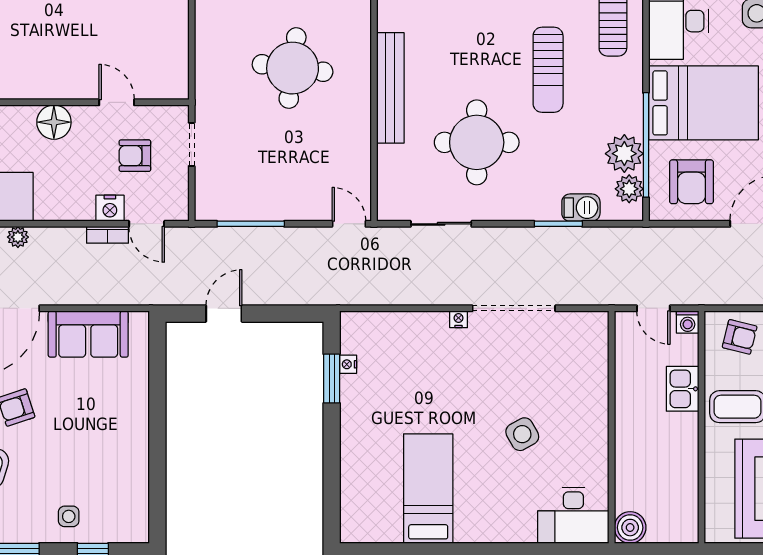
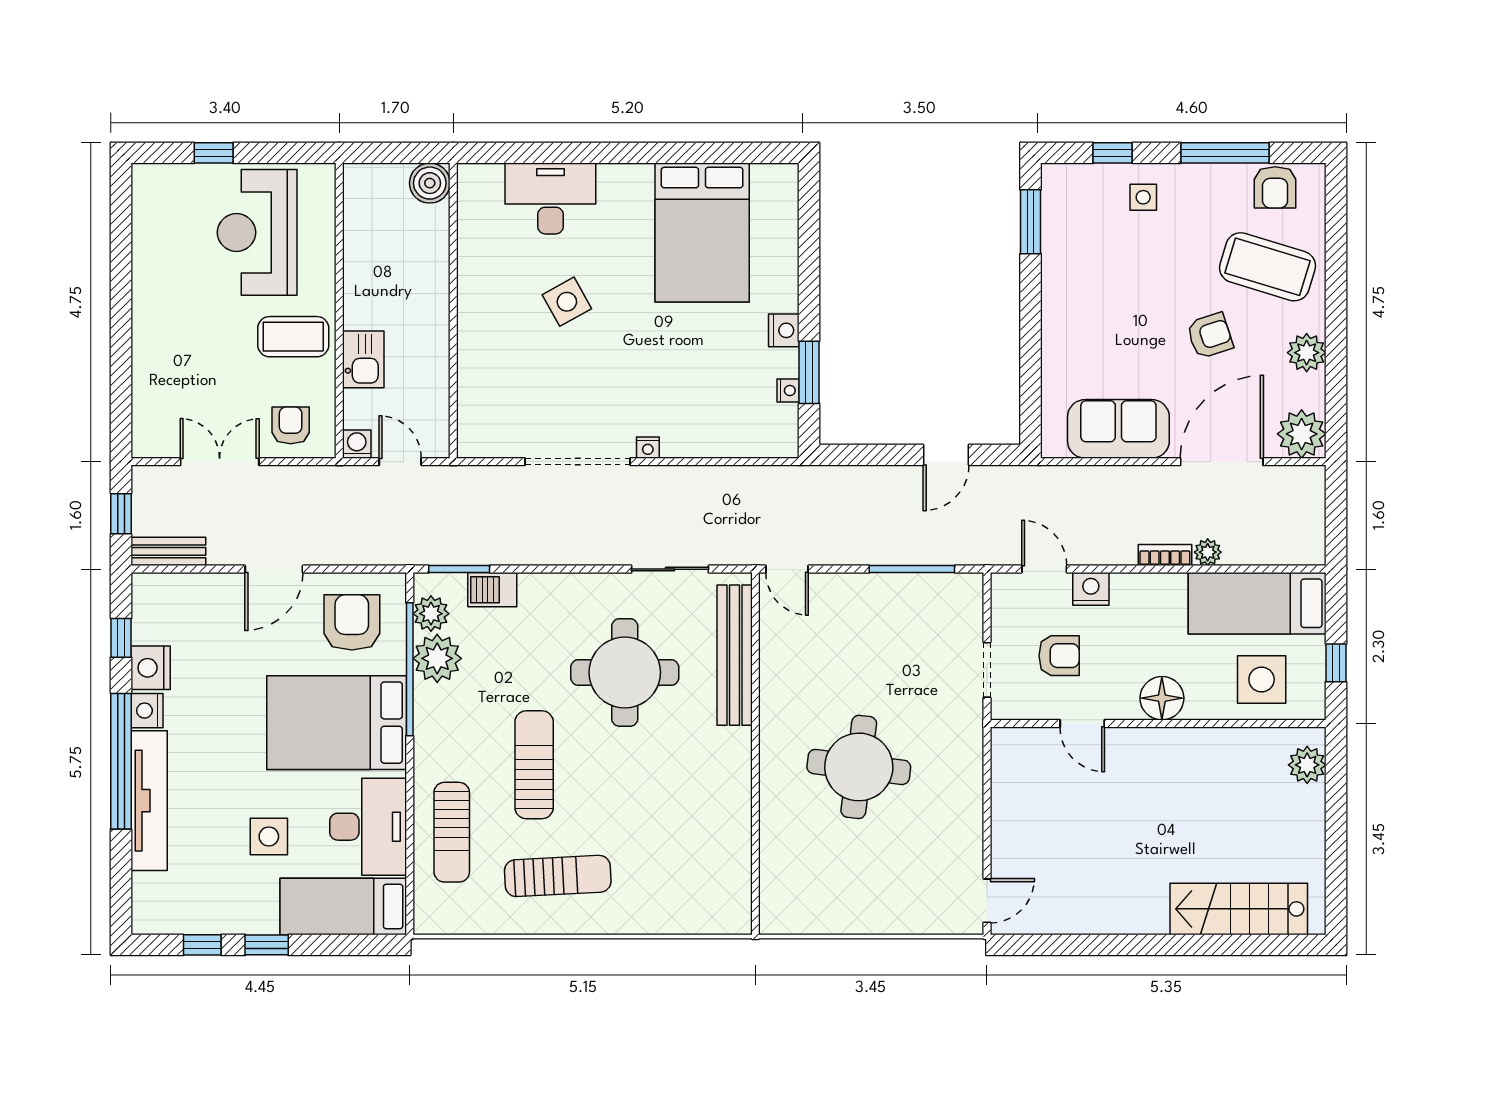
bench: (390, 88) -> (735, 655), moved
window: (558, 224) -> (459, 569), moved
bookcase: (107, 235) -> (1165, 555), moved
armchair: (740, 337) -> (291, 425), turned 76
nightstand: (352, 412) -> (784, 330), added
bed: (428, 489) -> (702, 233), width x1.50
window: (157, 497) -> (1031, 222), added
desk: (573, 515) -> (550, 199), moved

